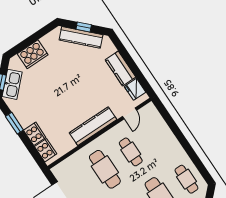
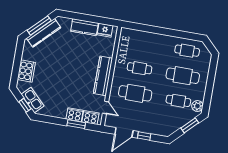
window: (84, 27) -> (39, 25), width x2.17
door: (130, 113) -> (106, 107), moved
window: (14, 123) -> (76, 124), moved

